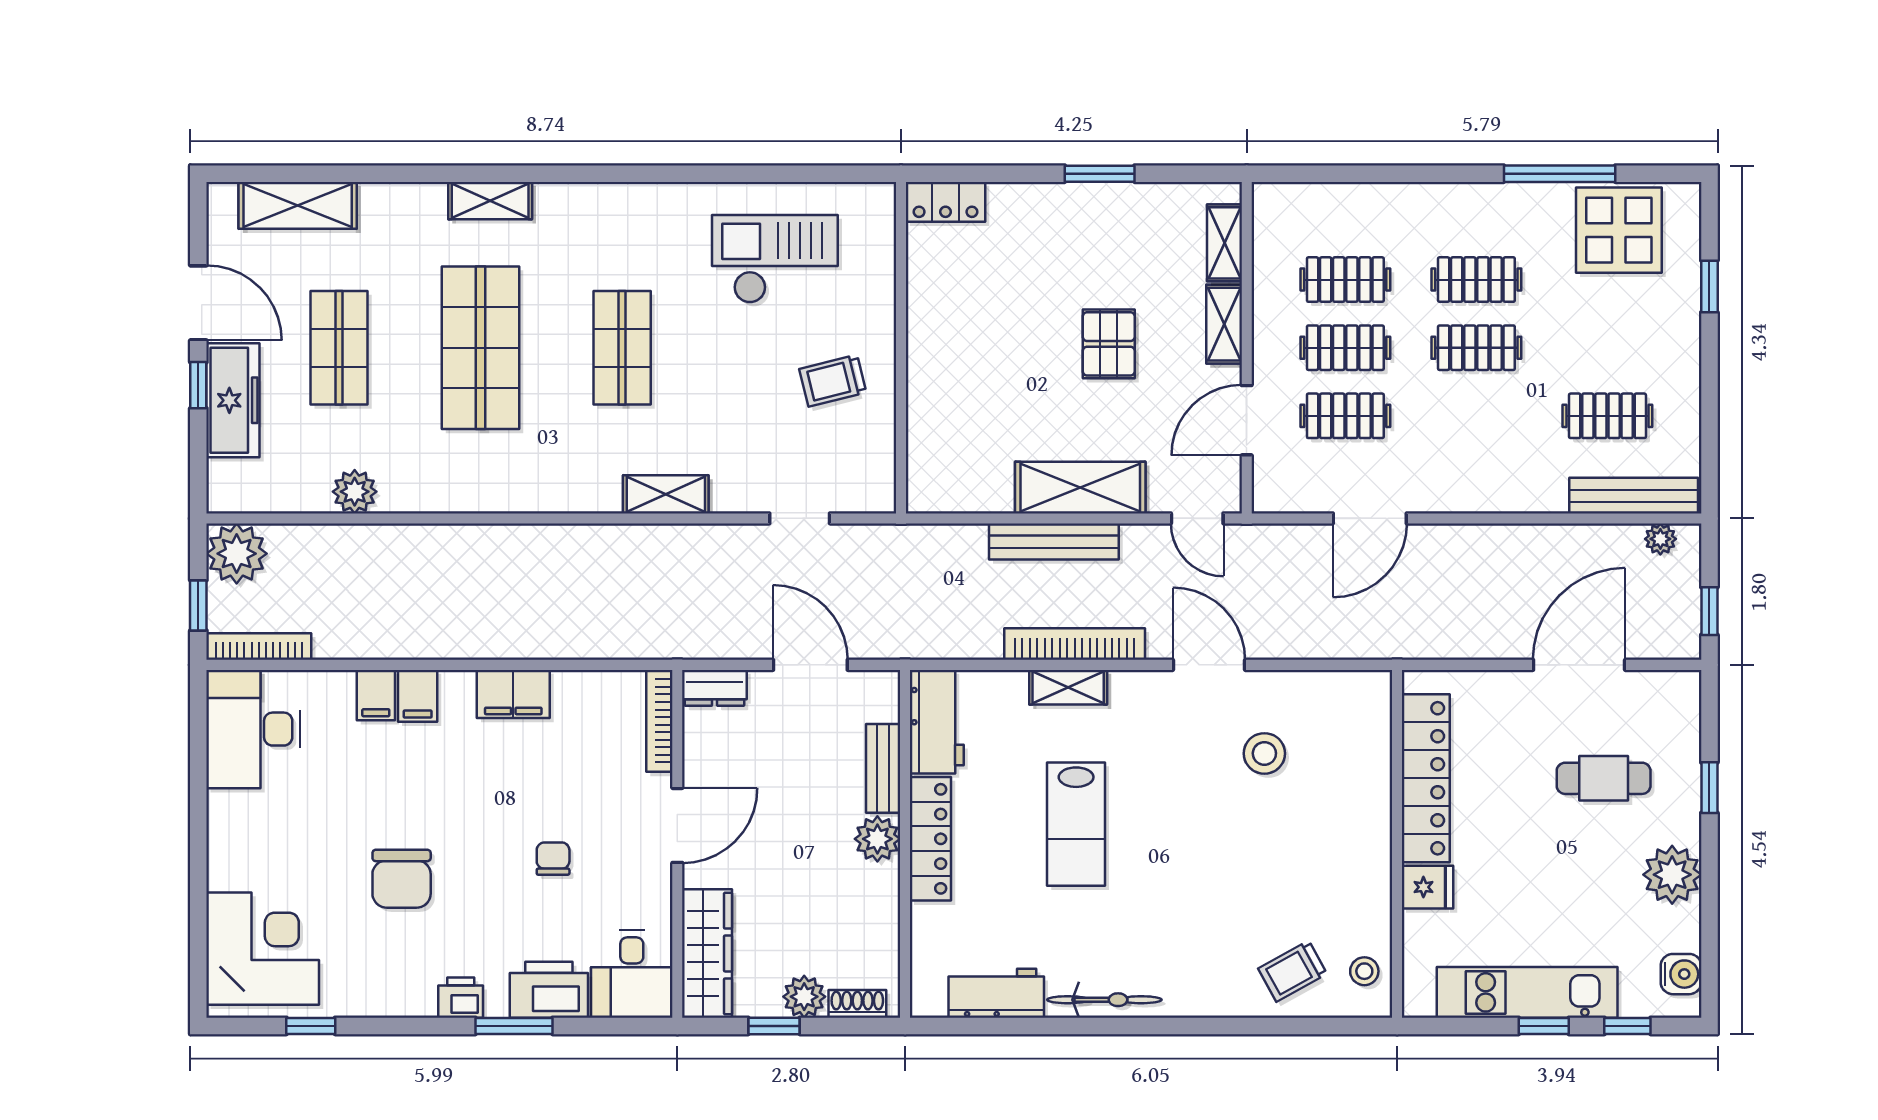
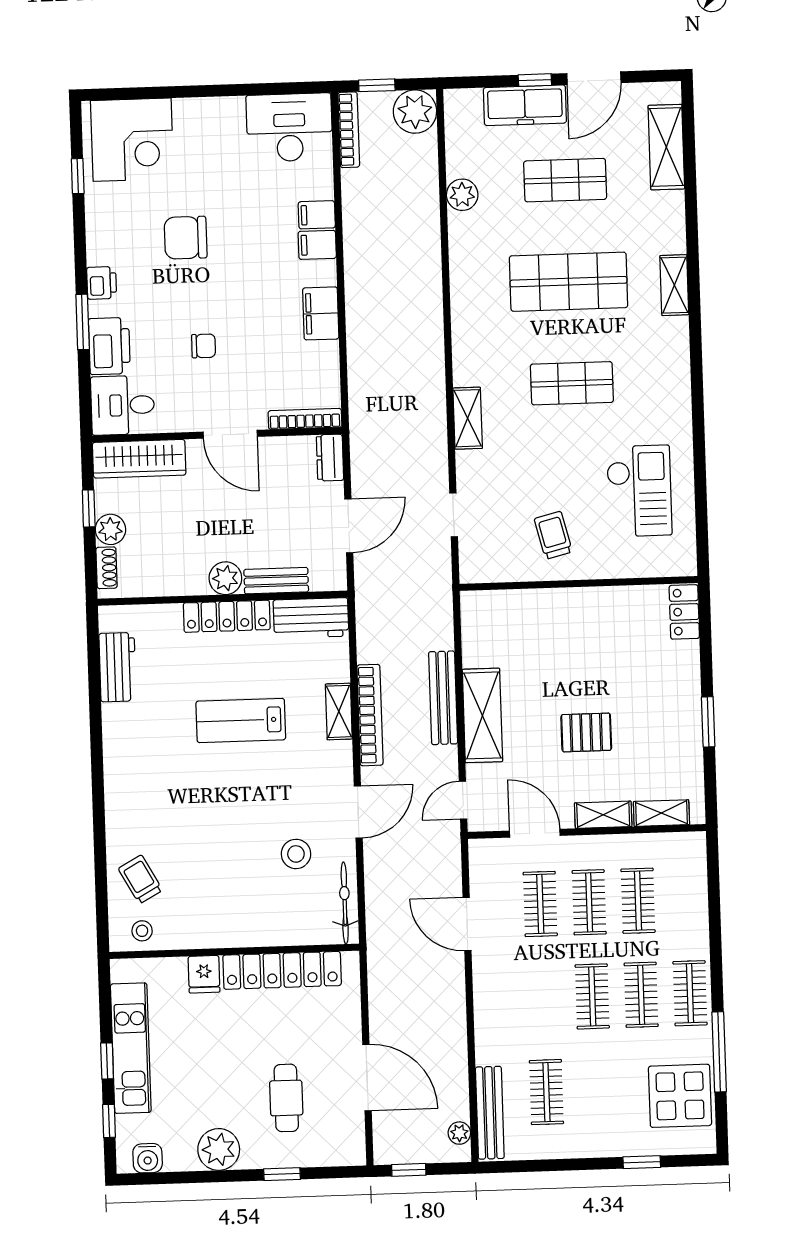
clothes rail: (1476, 211) -> (690, 993), added
bicycle: (1104, 1000) -> (345, 903), moved, turned 180

